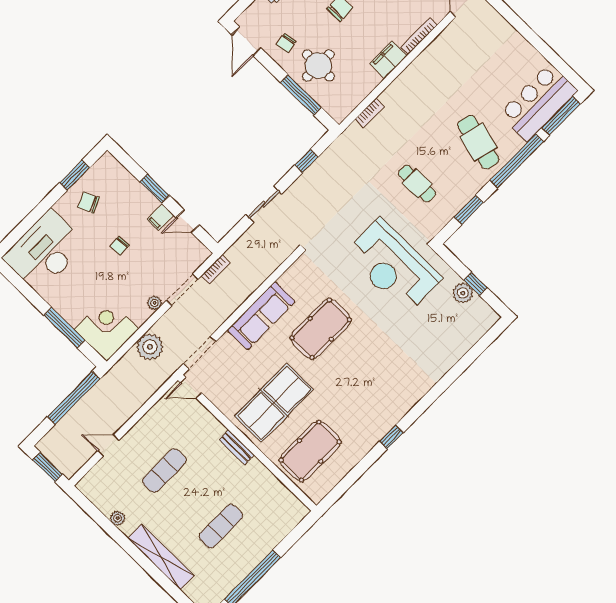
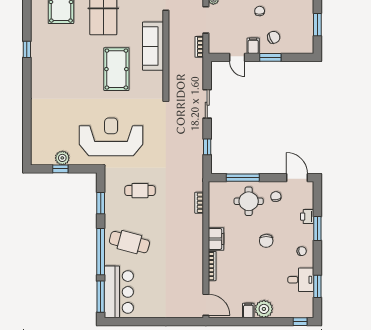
chair: (89, 203) -> (274, 37), moved
door: (188, 221) -> (237, 57), swing flipped

